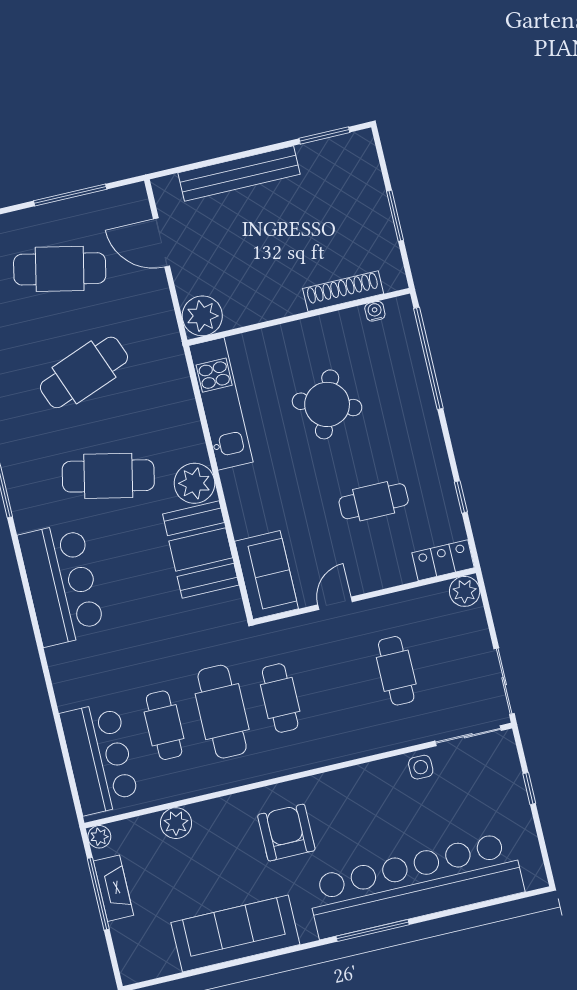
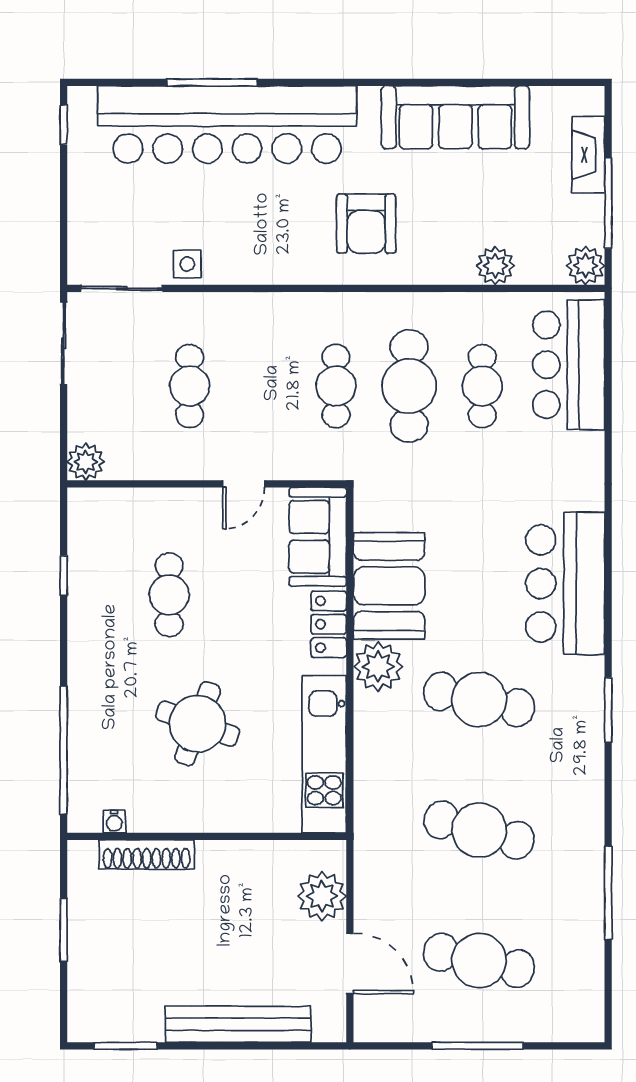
window: (70, 195) -> (477, 1046), moved
plant: (202, 316) -> (322, 896), moved
cafe table: (84, 372) -> (479, 830), turned 36
cafe table: (374, 501) -> (169, 595), turned 90
locker: (443, 560) -> (329, 624), moved, turned 90
window: (529, 789) -> (64, 125), moved
plant: (99, 837) -> (586, 266), width x1.38, depth x1.38
fireplace: (113, 888) -> (588, 155), moved
window: (373, 931) -> (212, 82), moved

